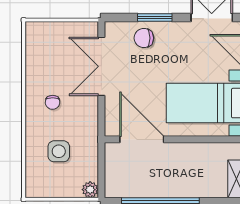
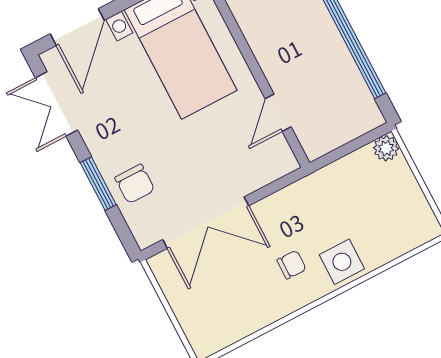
door: (142, 139) -> (278, 113), width x0.53
side table: (59, 151) -> (342, 262), moved

